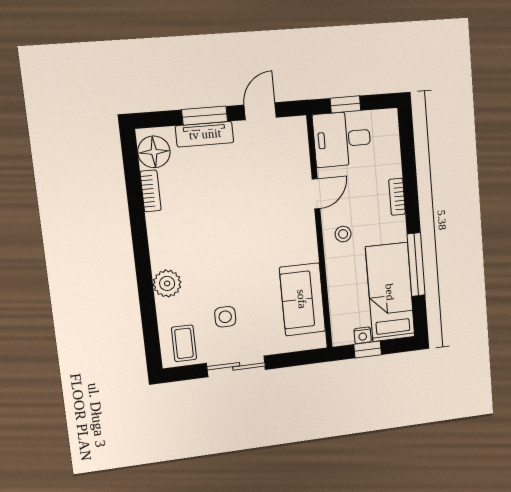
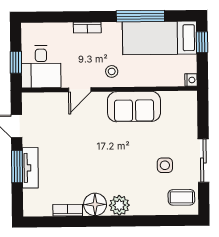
floor lamp: (154, 152) -> (95, 204), moved
door: (316, 194) -> (80, 90), swing flipped
plant: (167, 283) -> (119, 205), moved
sofa: (302, 299) -> (134, 107), moved
nightstand: (363, 335) -> (191, 80), moved
window: (368, 349) -> (202, 42), moved

